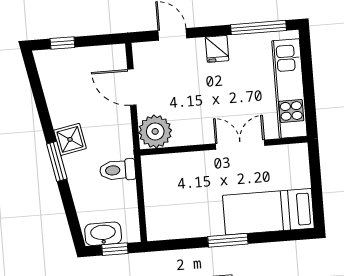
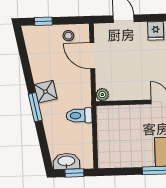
stool: (98, 61) -> (68, 36), added
plant: (155, 131) -> (102, 95), width x0.53, depth x0.53

